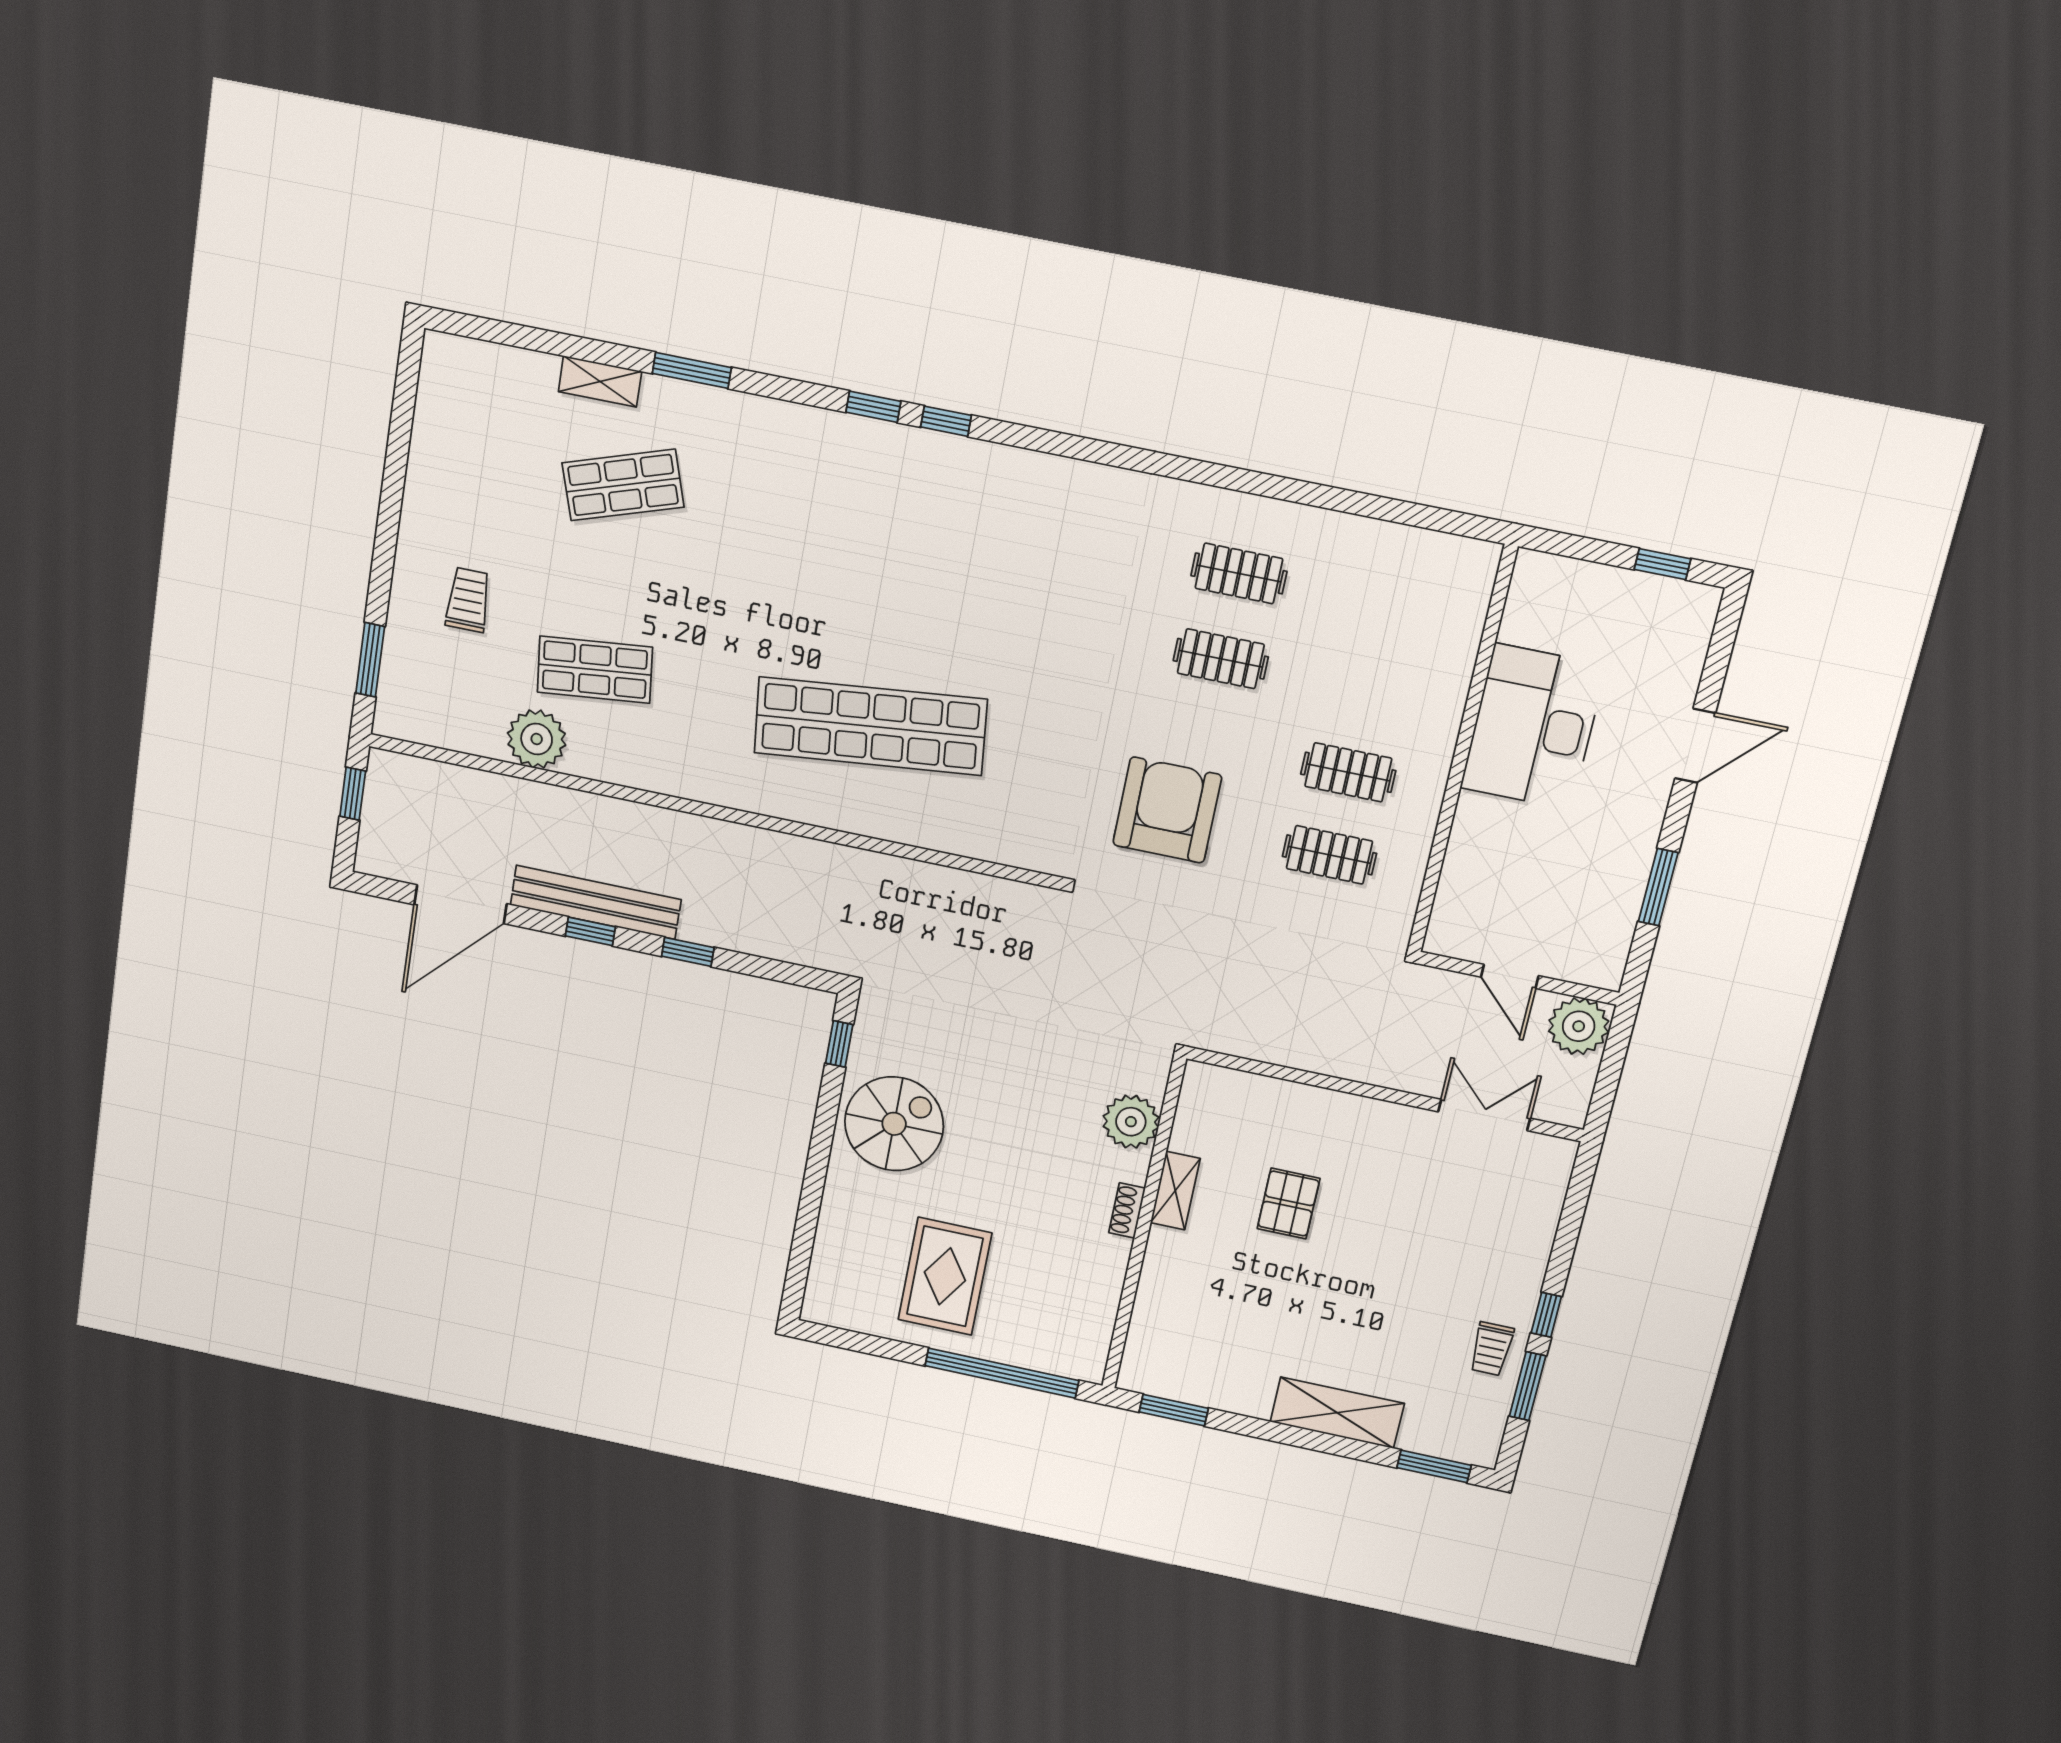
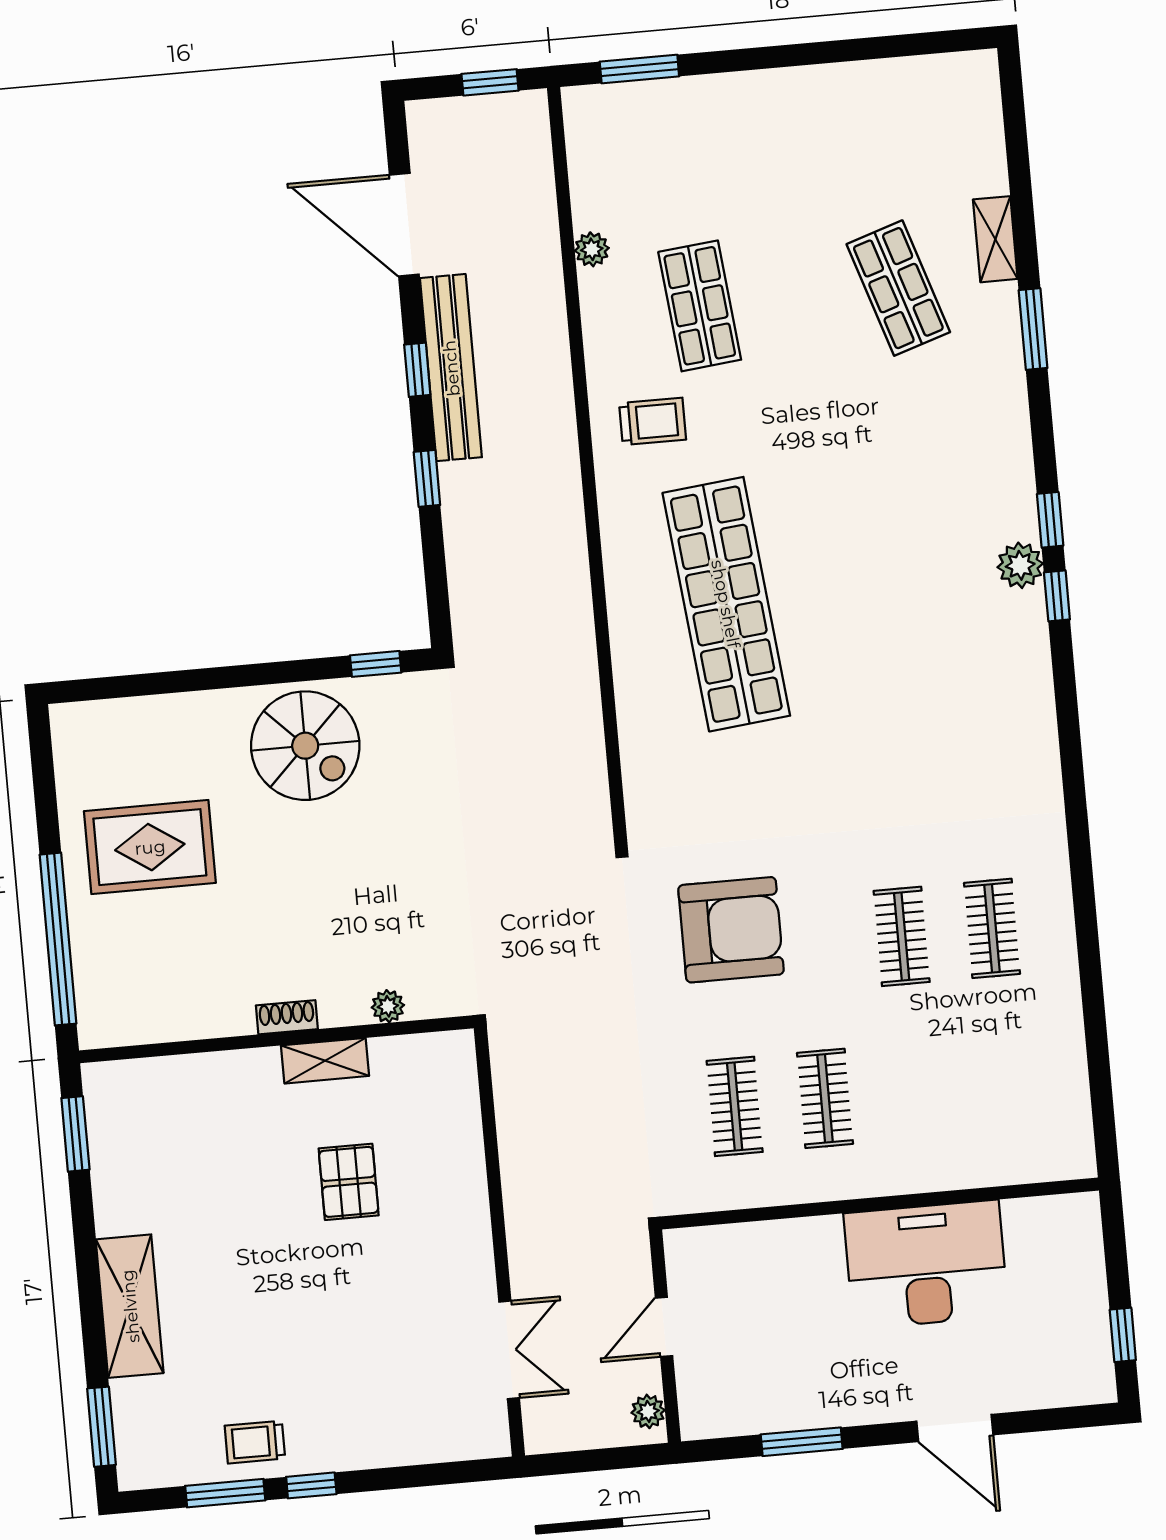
plant: (908, 447) -> (1020, 565), added
trolley: (468, 600) -> (653, 421), moved
plant: (537, 739) -> (592, 249), width x0.53, depth x0.53
plant: (1579, 1026) -> (648, 1411), width x0.53, depth x0.53
plant: (1131, 1122) -> (388, 1006), width x0.53, depth x0.53
pallet: (1288, 1204) -> (349, 1182), turned 90

